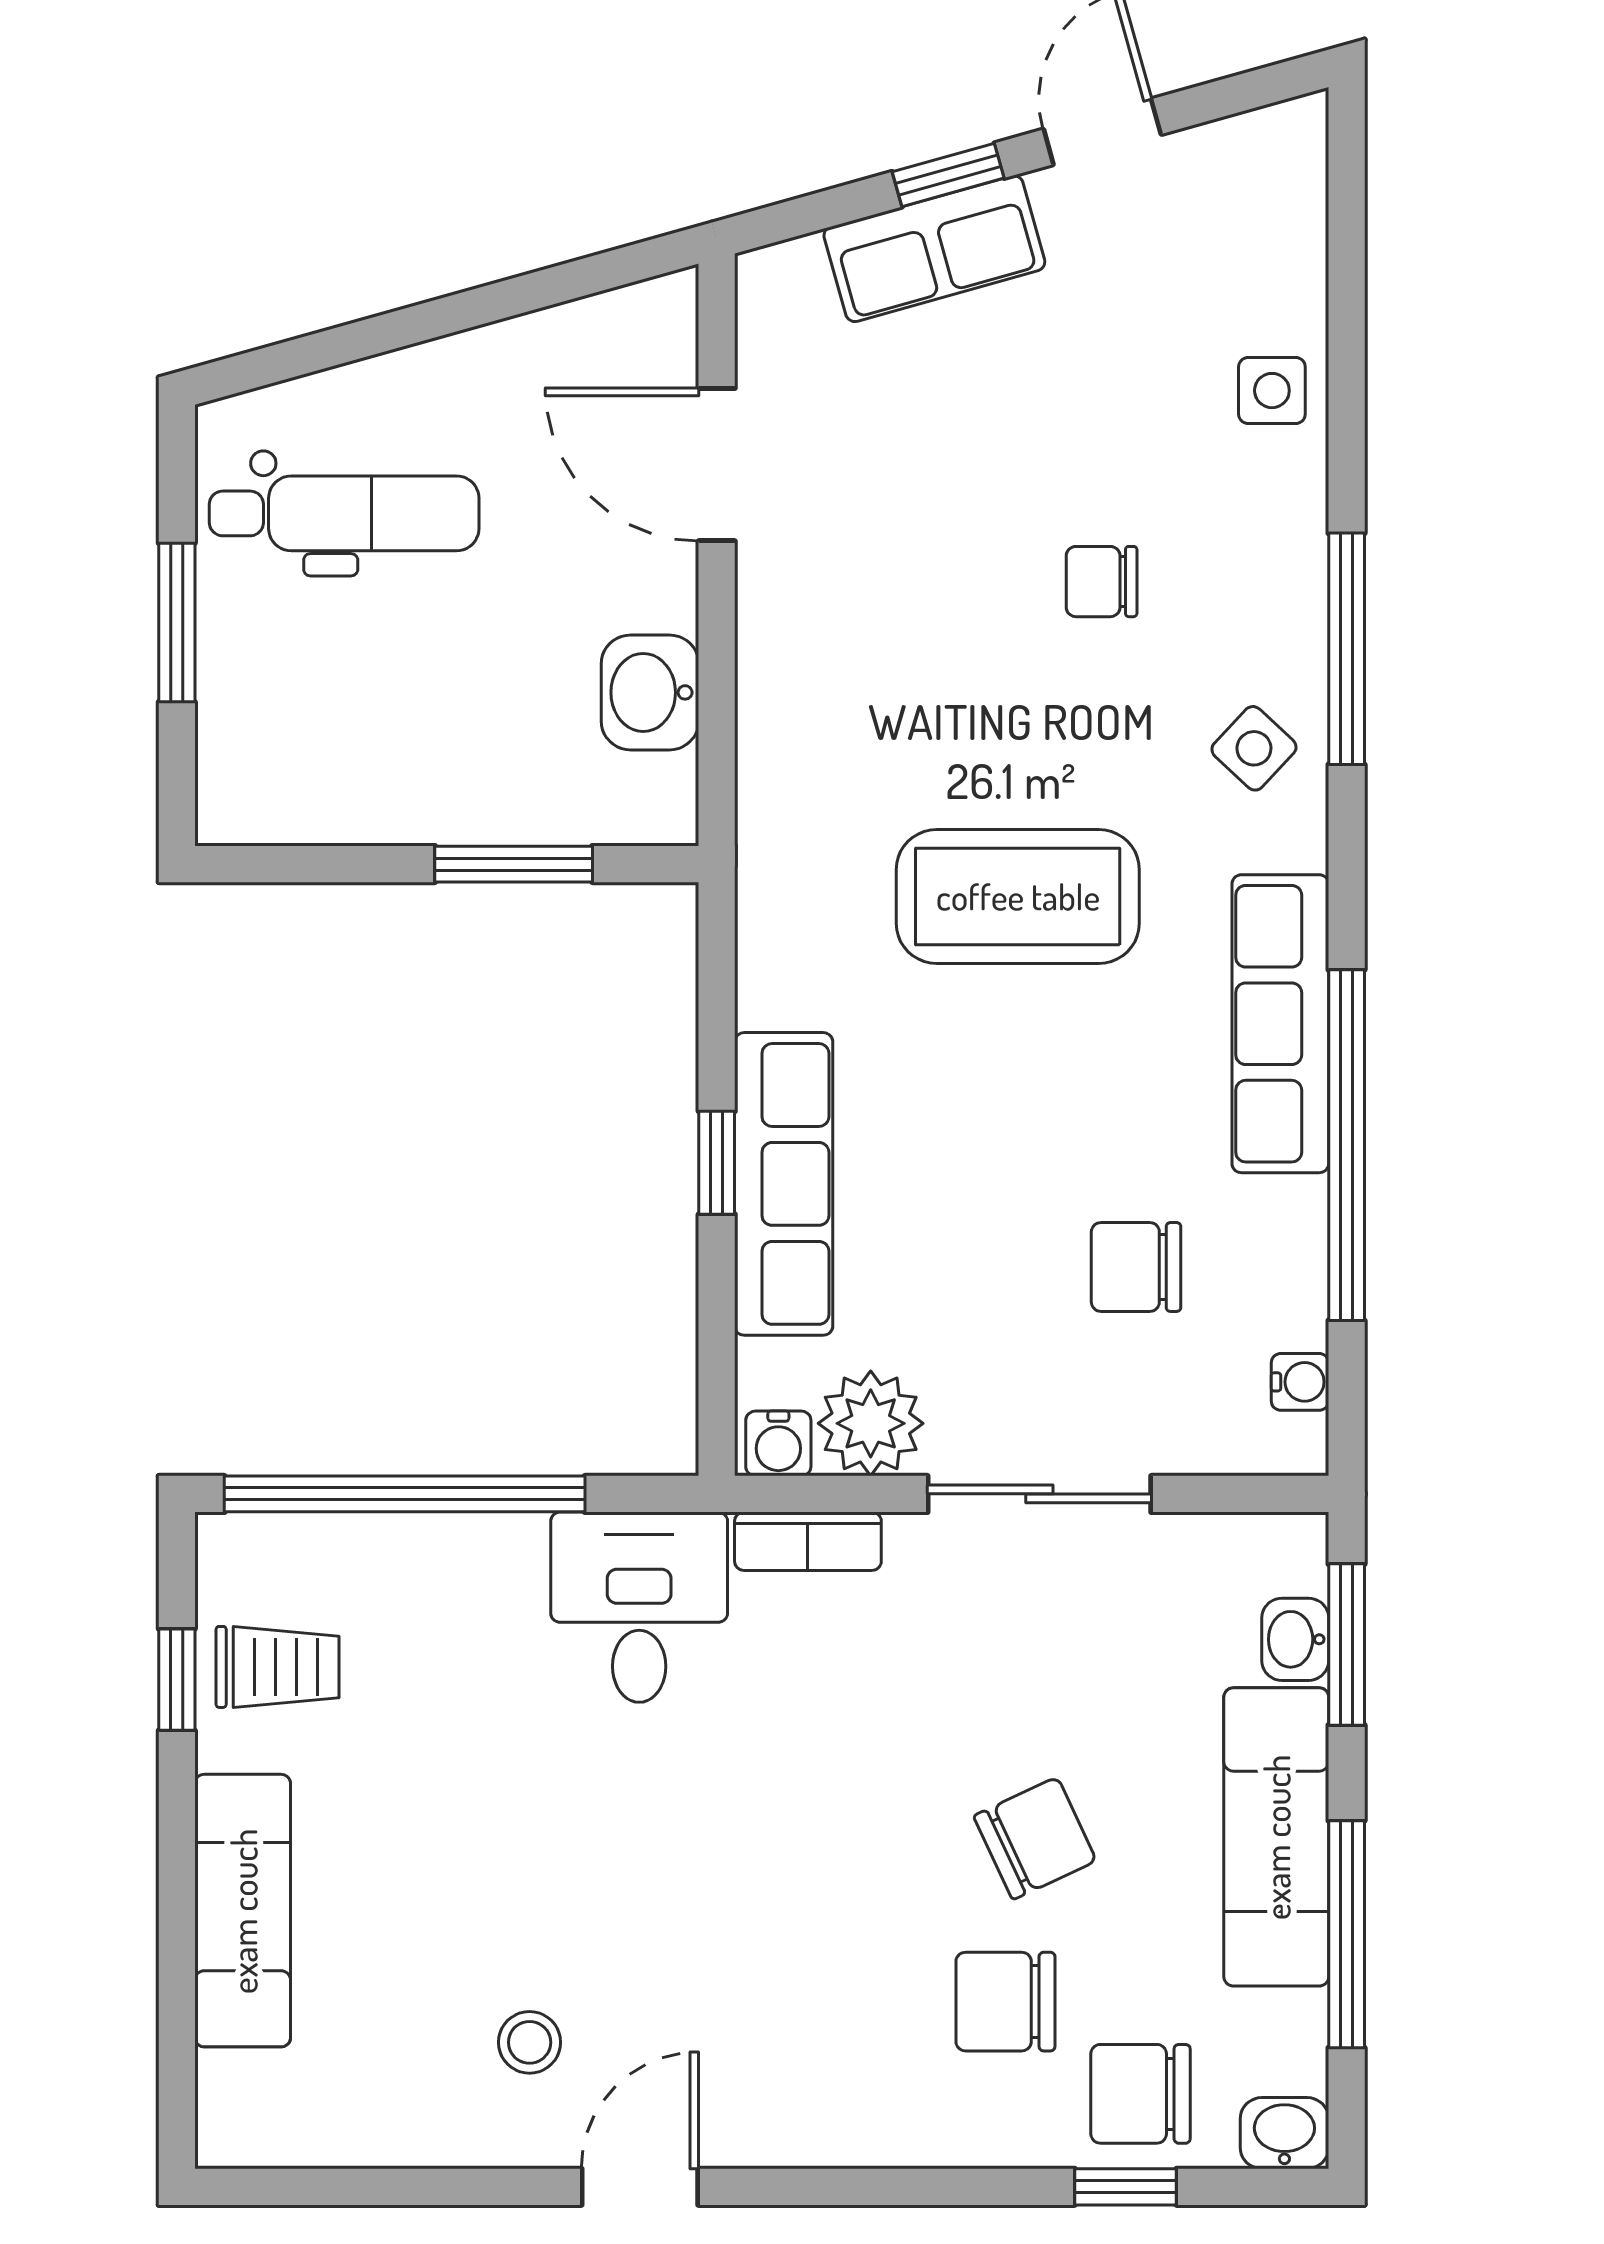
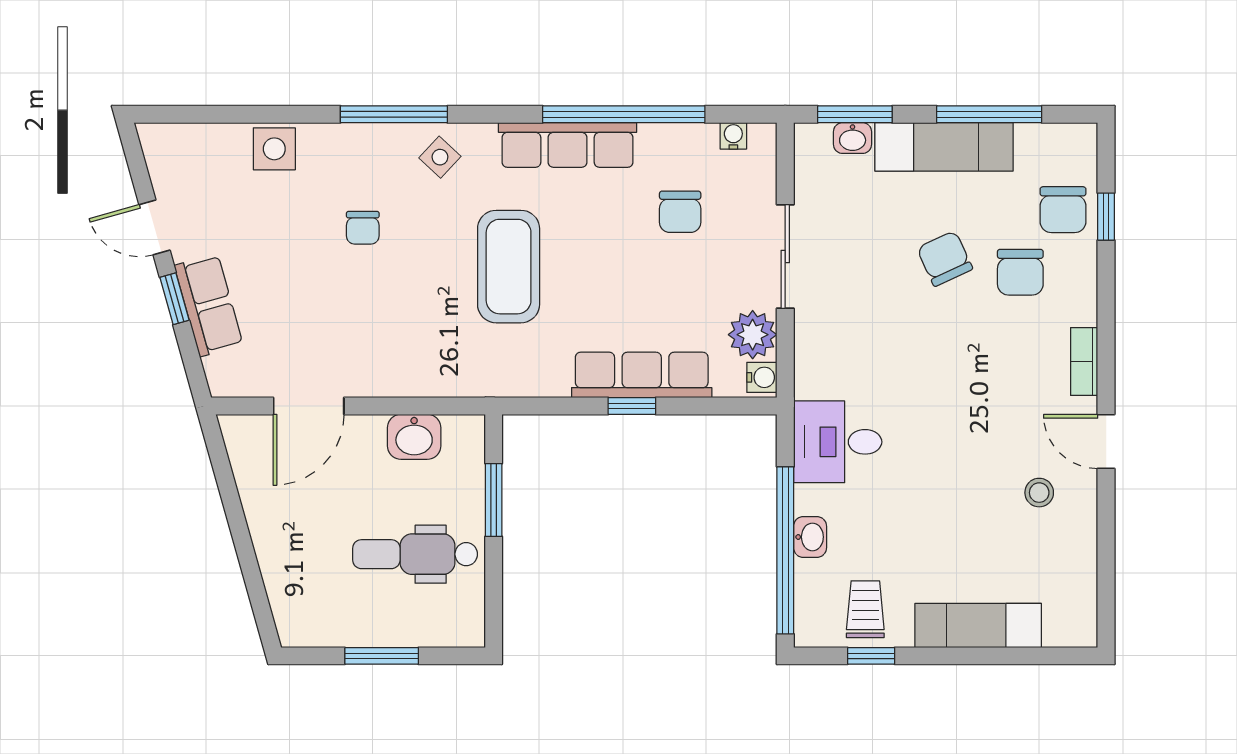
side table: (1272, 391) -> (274, 149), width x1.37, depth x1.37
dental chair: (344, 513) -> (415, 554), moved, turned -90
bookcase: (808, 1541) -> (1084, 361), moved, turned 180
washbasin: (1284, 2133) -> (810, 537), moved, turned 180

